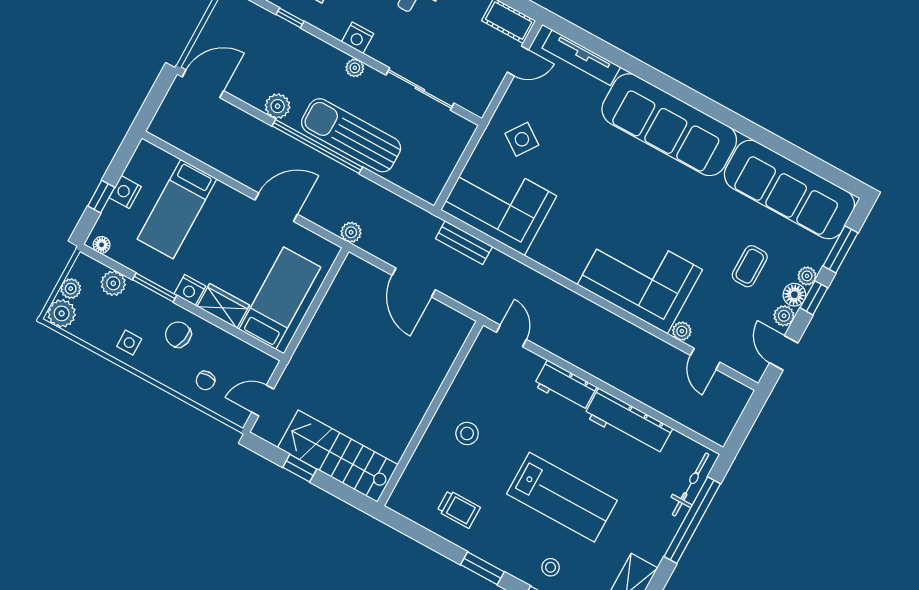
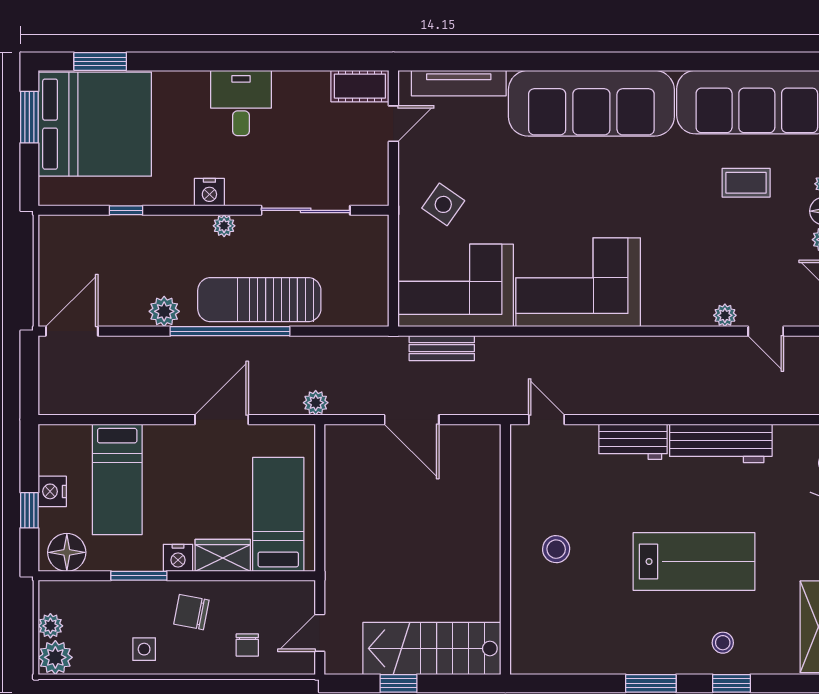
floor lamp: (102, 245) -> (67, 552), width x1.89, depth x1.89
coffee table: (750, 266) -> (746, 183), moved, turned 90
corner sofa: (640, 277) -> (578, 282), moved
plant: (113, 283) -> (93, 595), removed
trolley: (459, 509) -> (591, 634), removed

